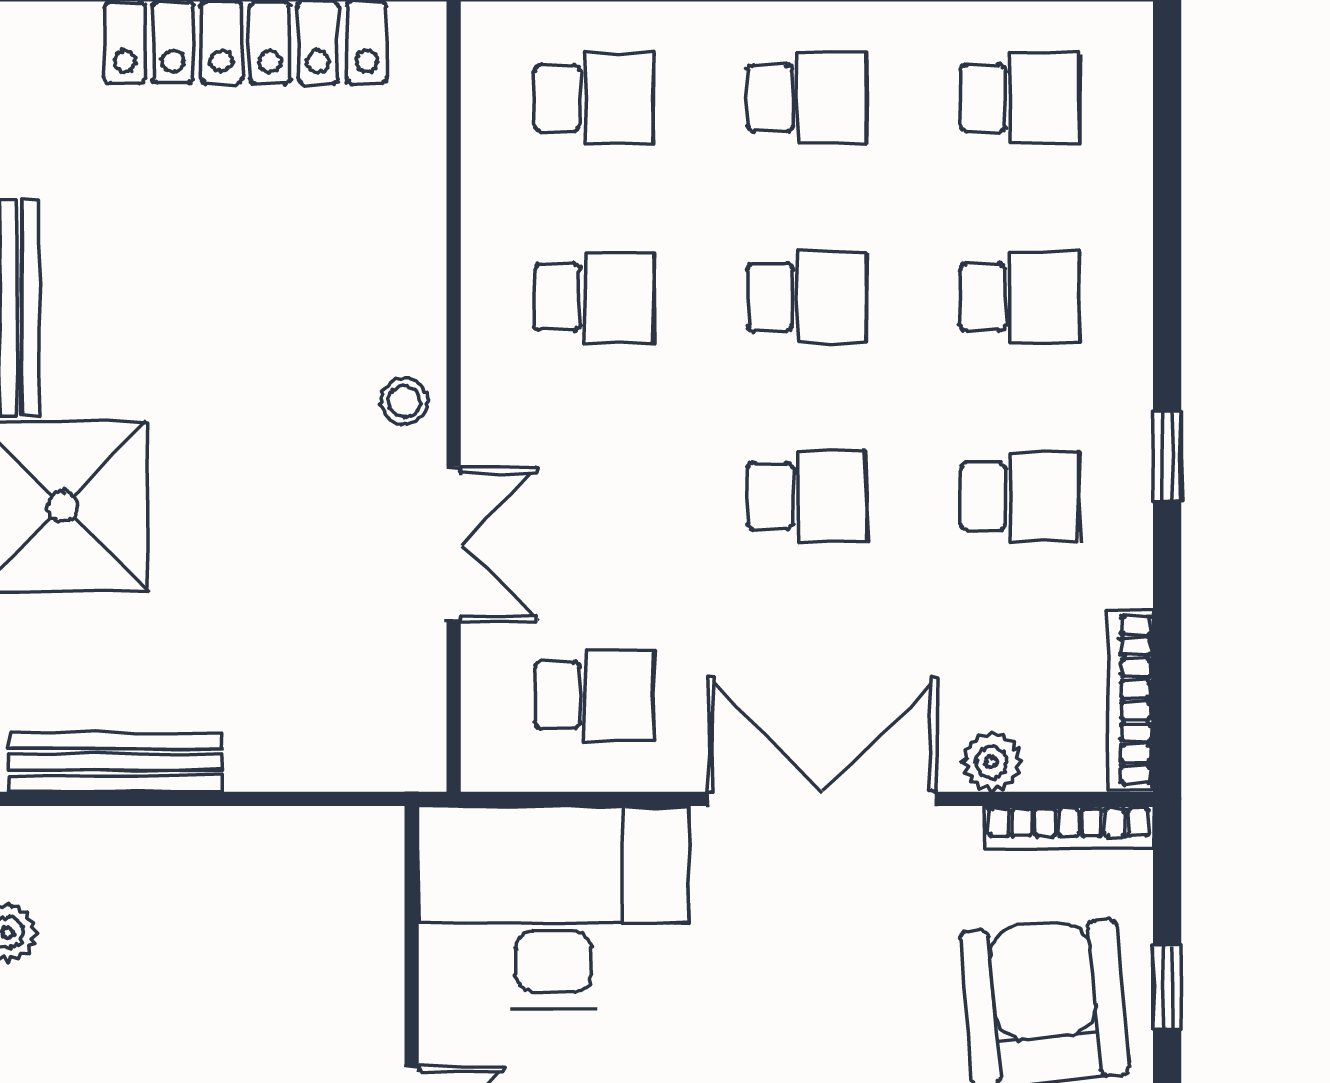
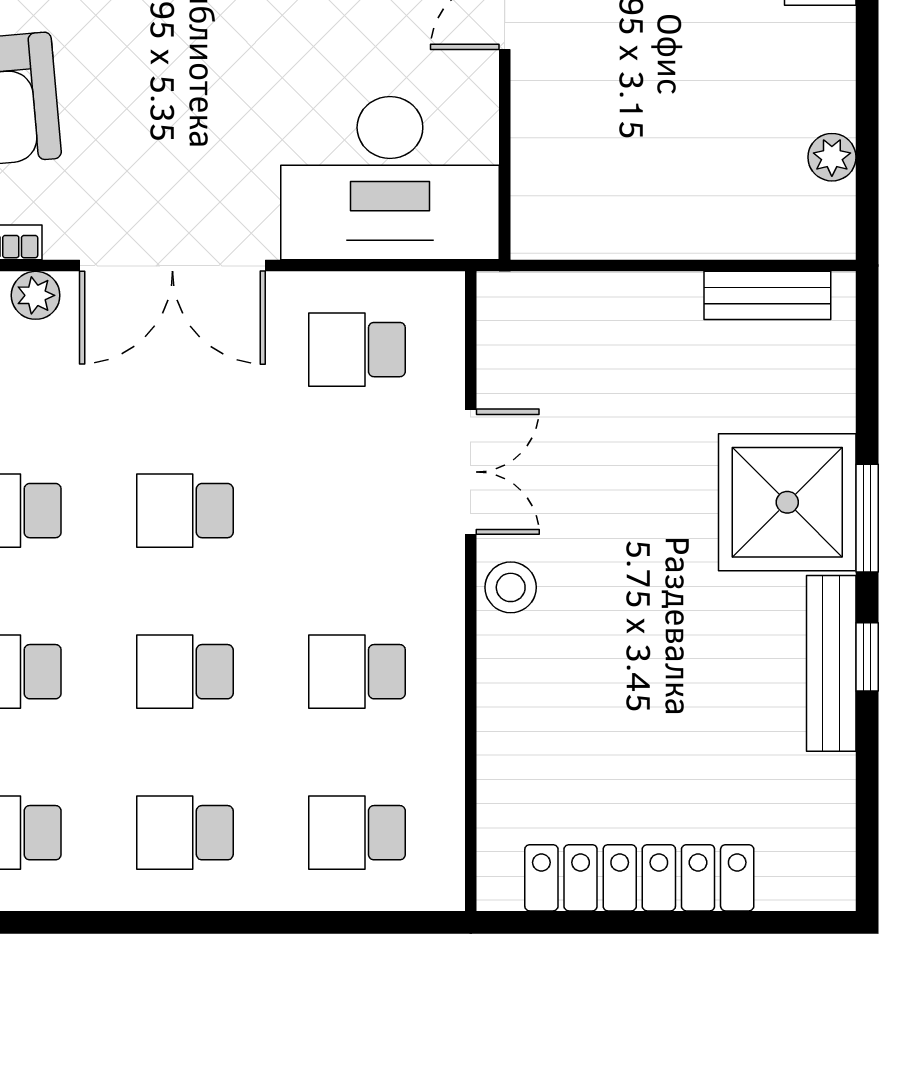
stool: (404, 401) -> (511, 587), width x1.37, depth x1.37
double door: (454, 544) -> (471, 472), swing flipped
bench: (116, 762) -> (767, 295), width x0.73

